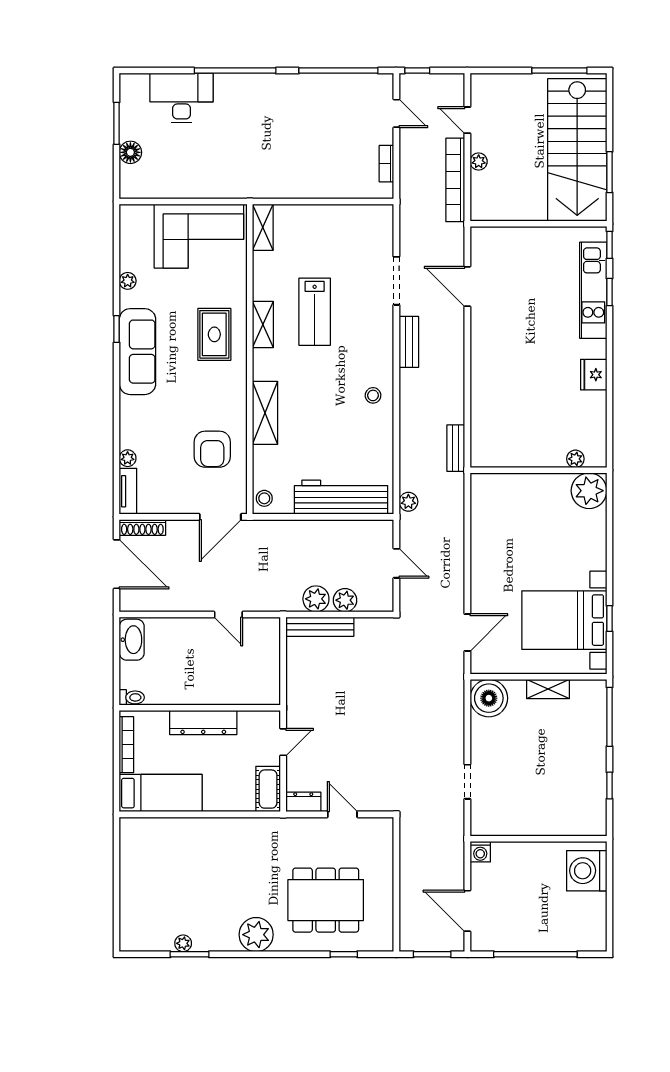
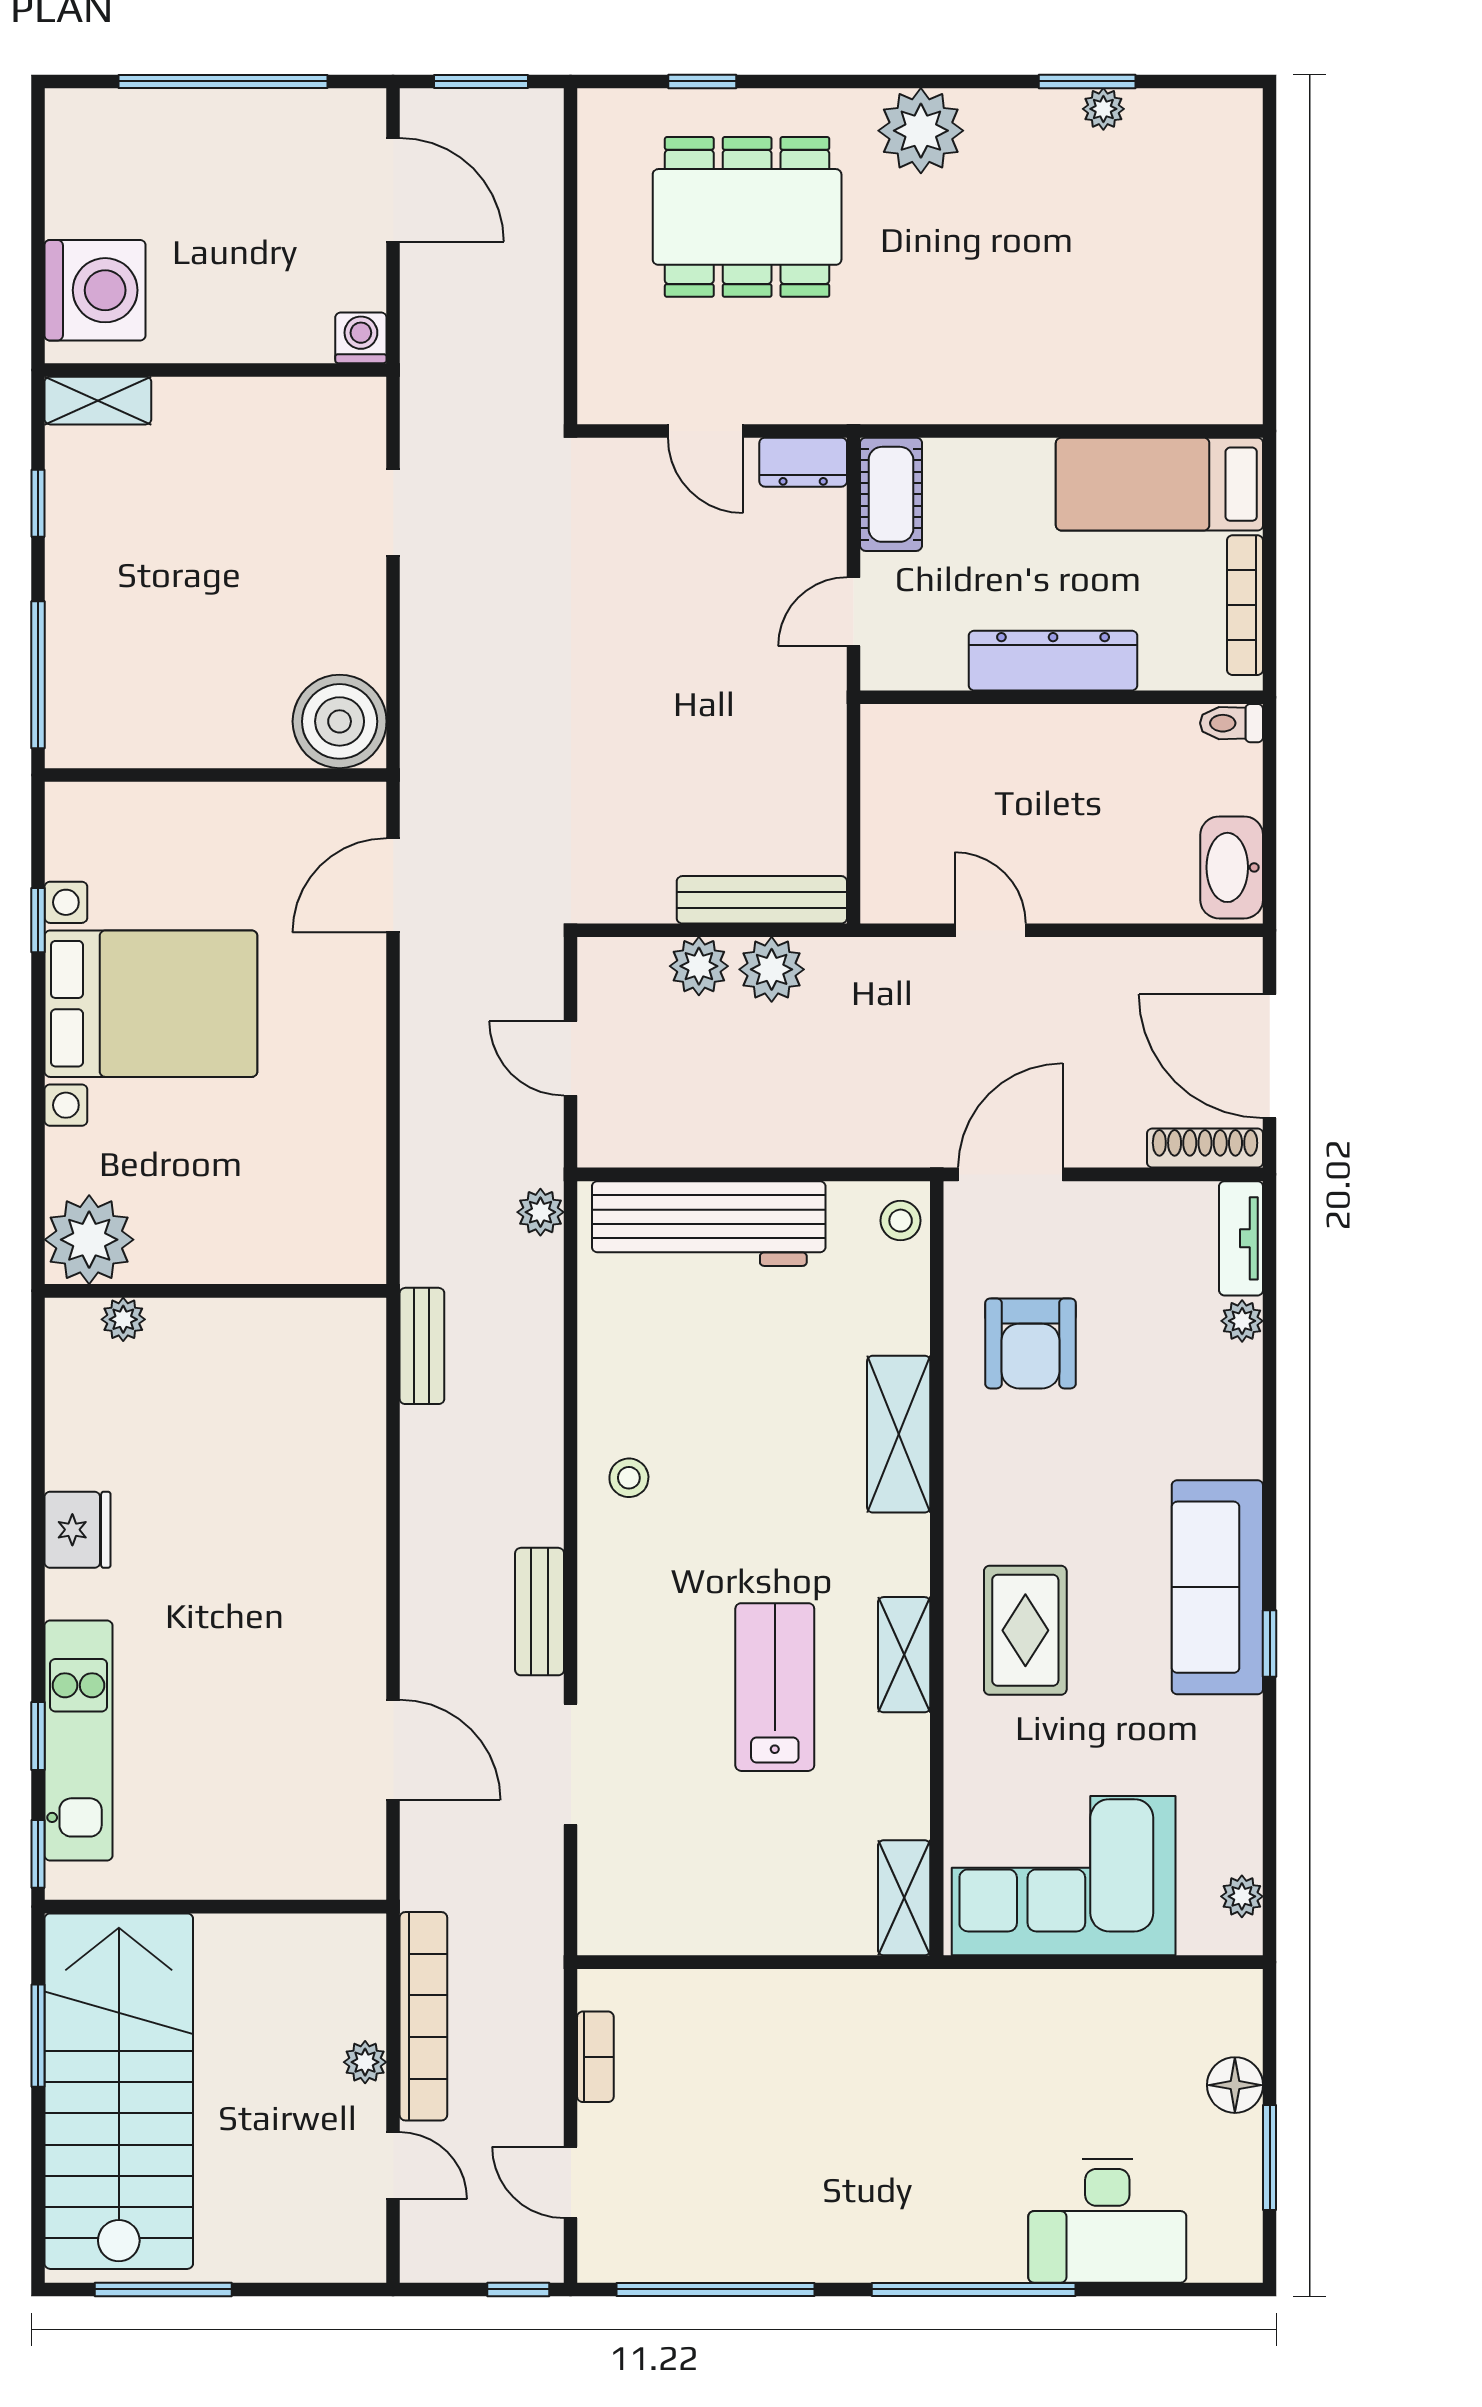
plant: (128, 281) -> (1242, 1896), moved
armchair: (212, 449) -> (1030, 1343), turned 180
bed with nightstands: (564, 620) -> (151, 1004), moved
shelving: (548, 689) -> (98, 401), moved

